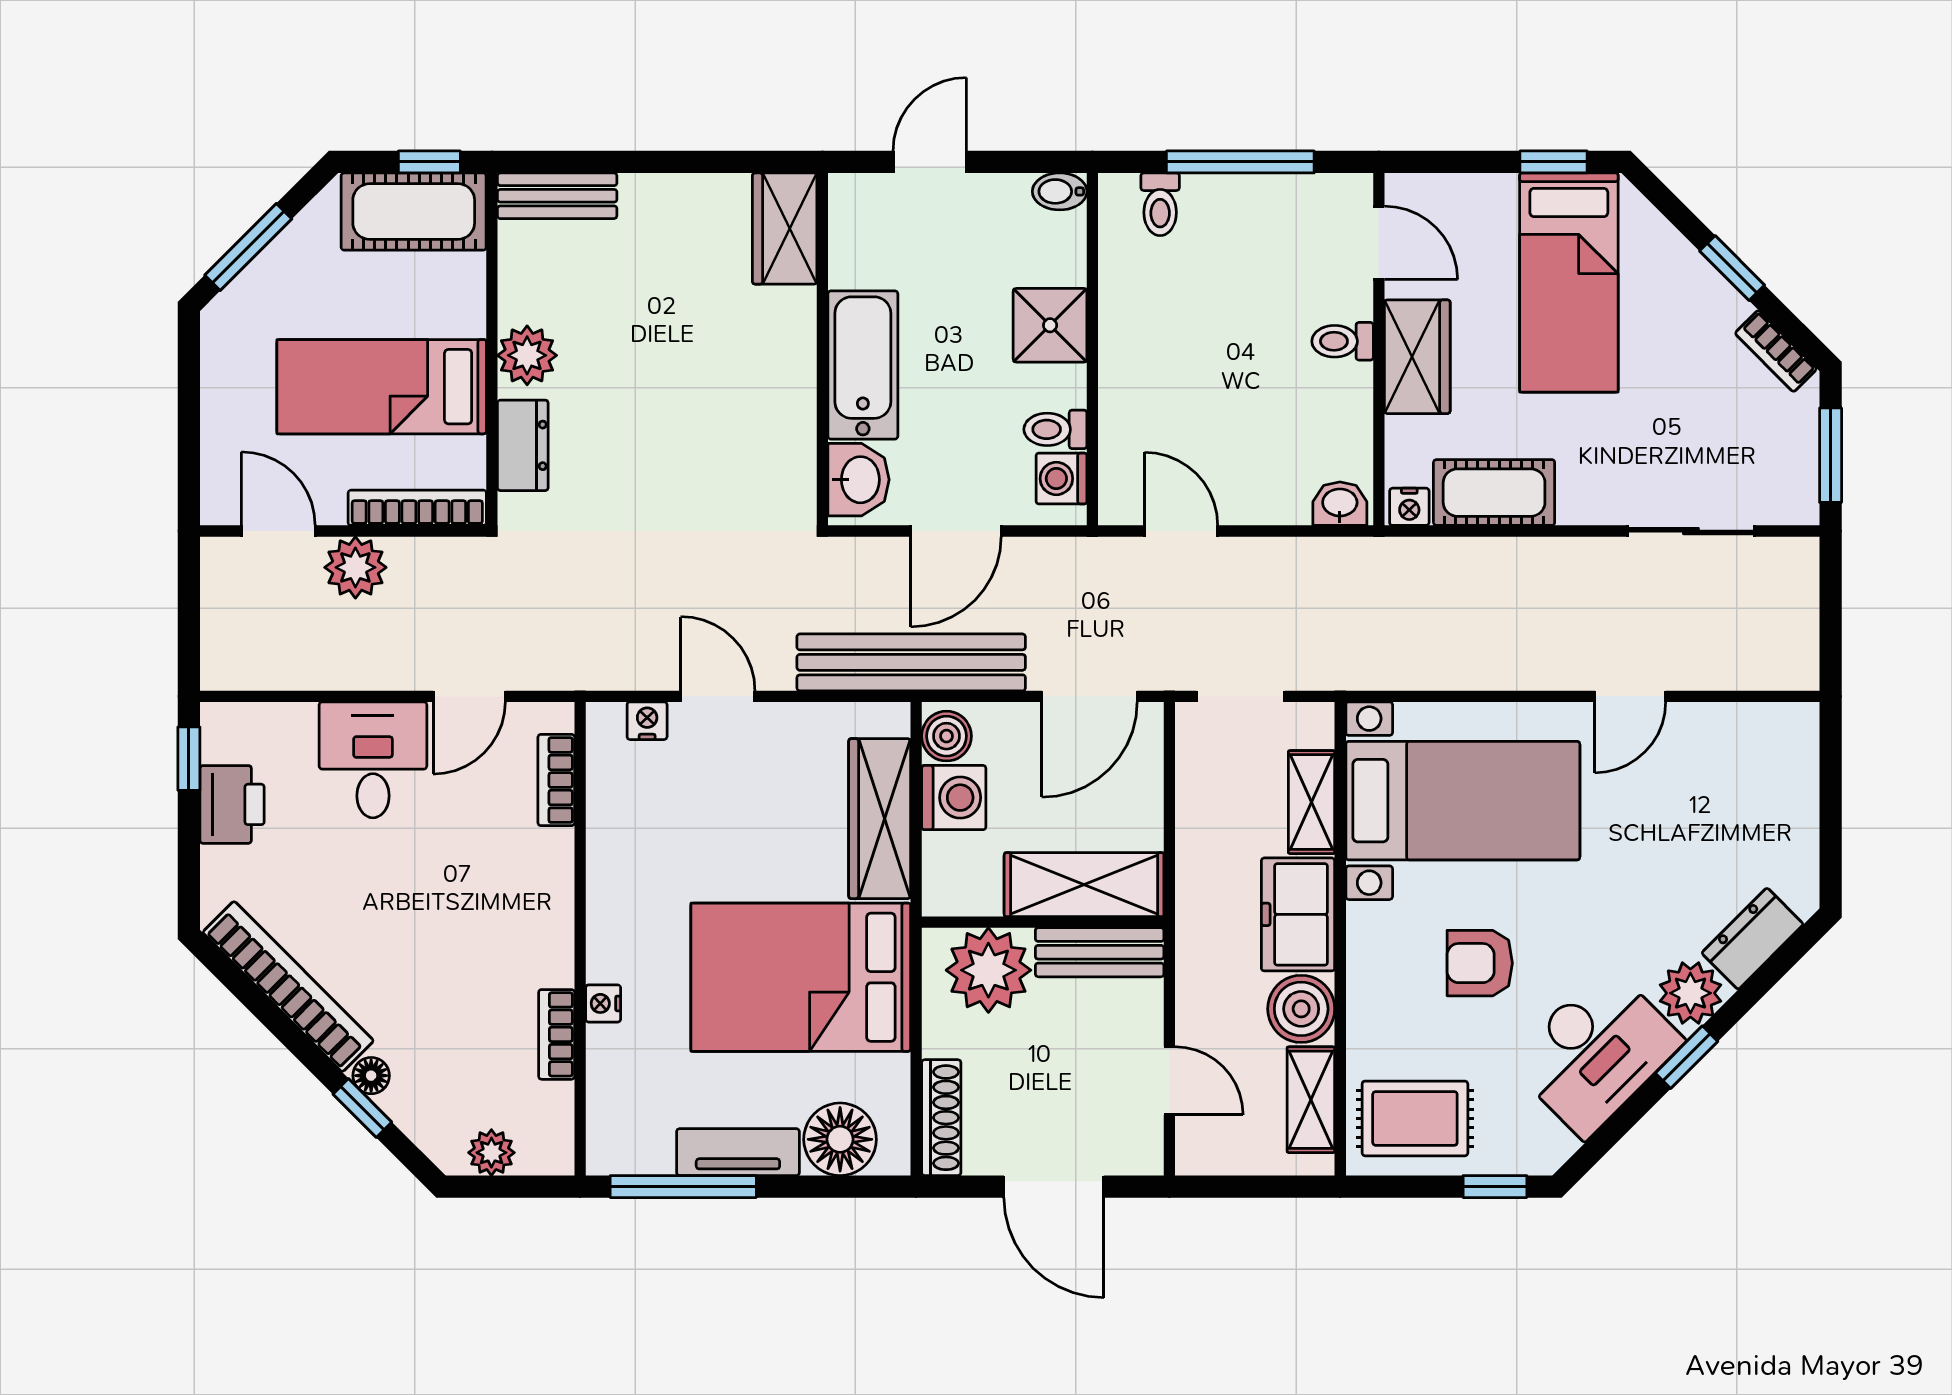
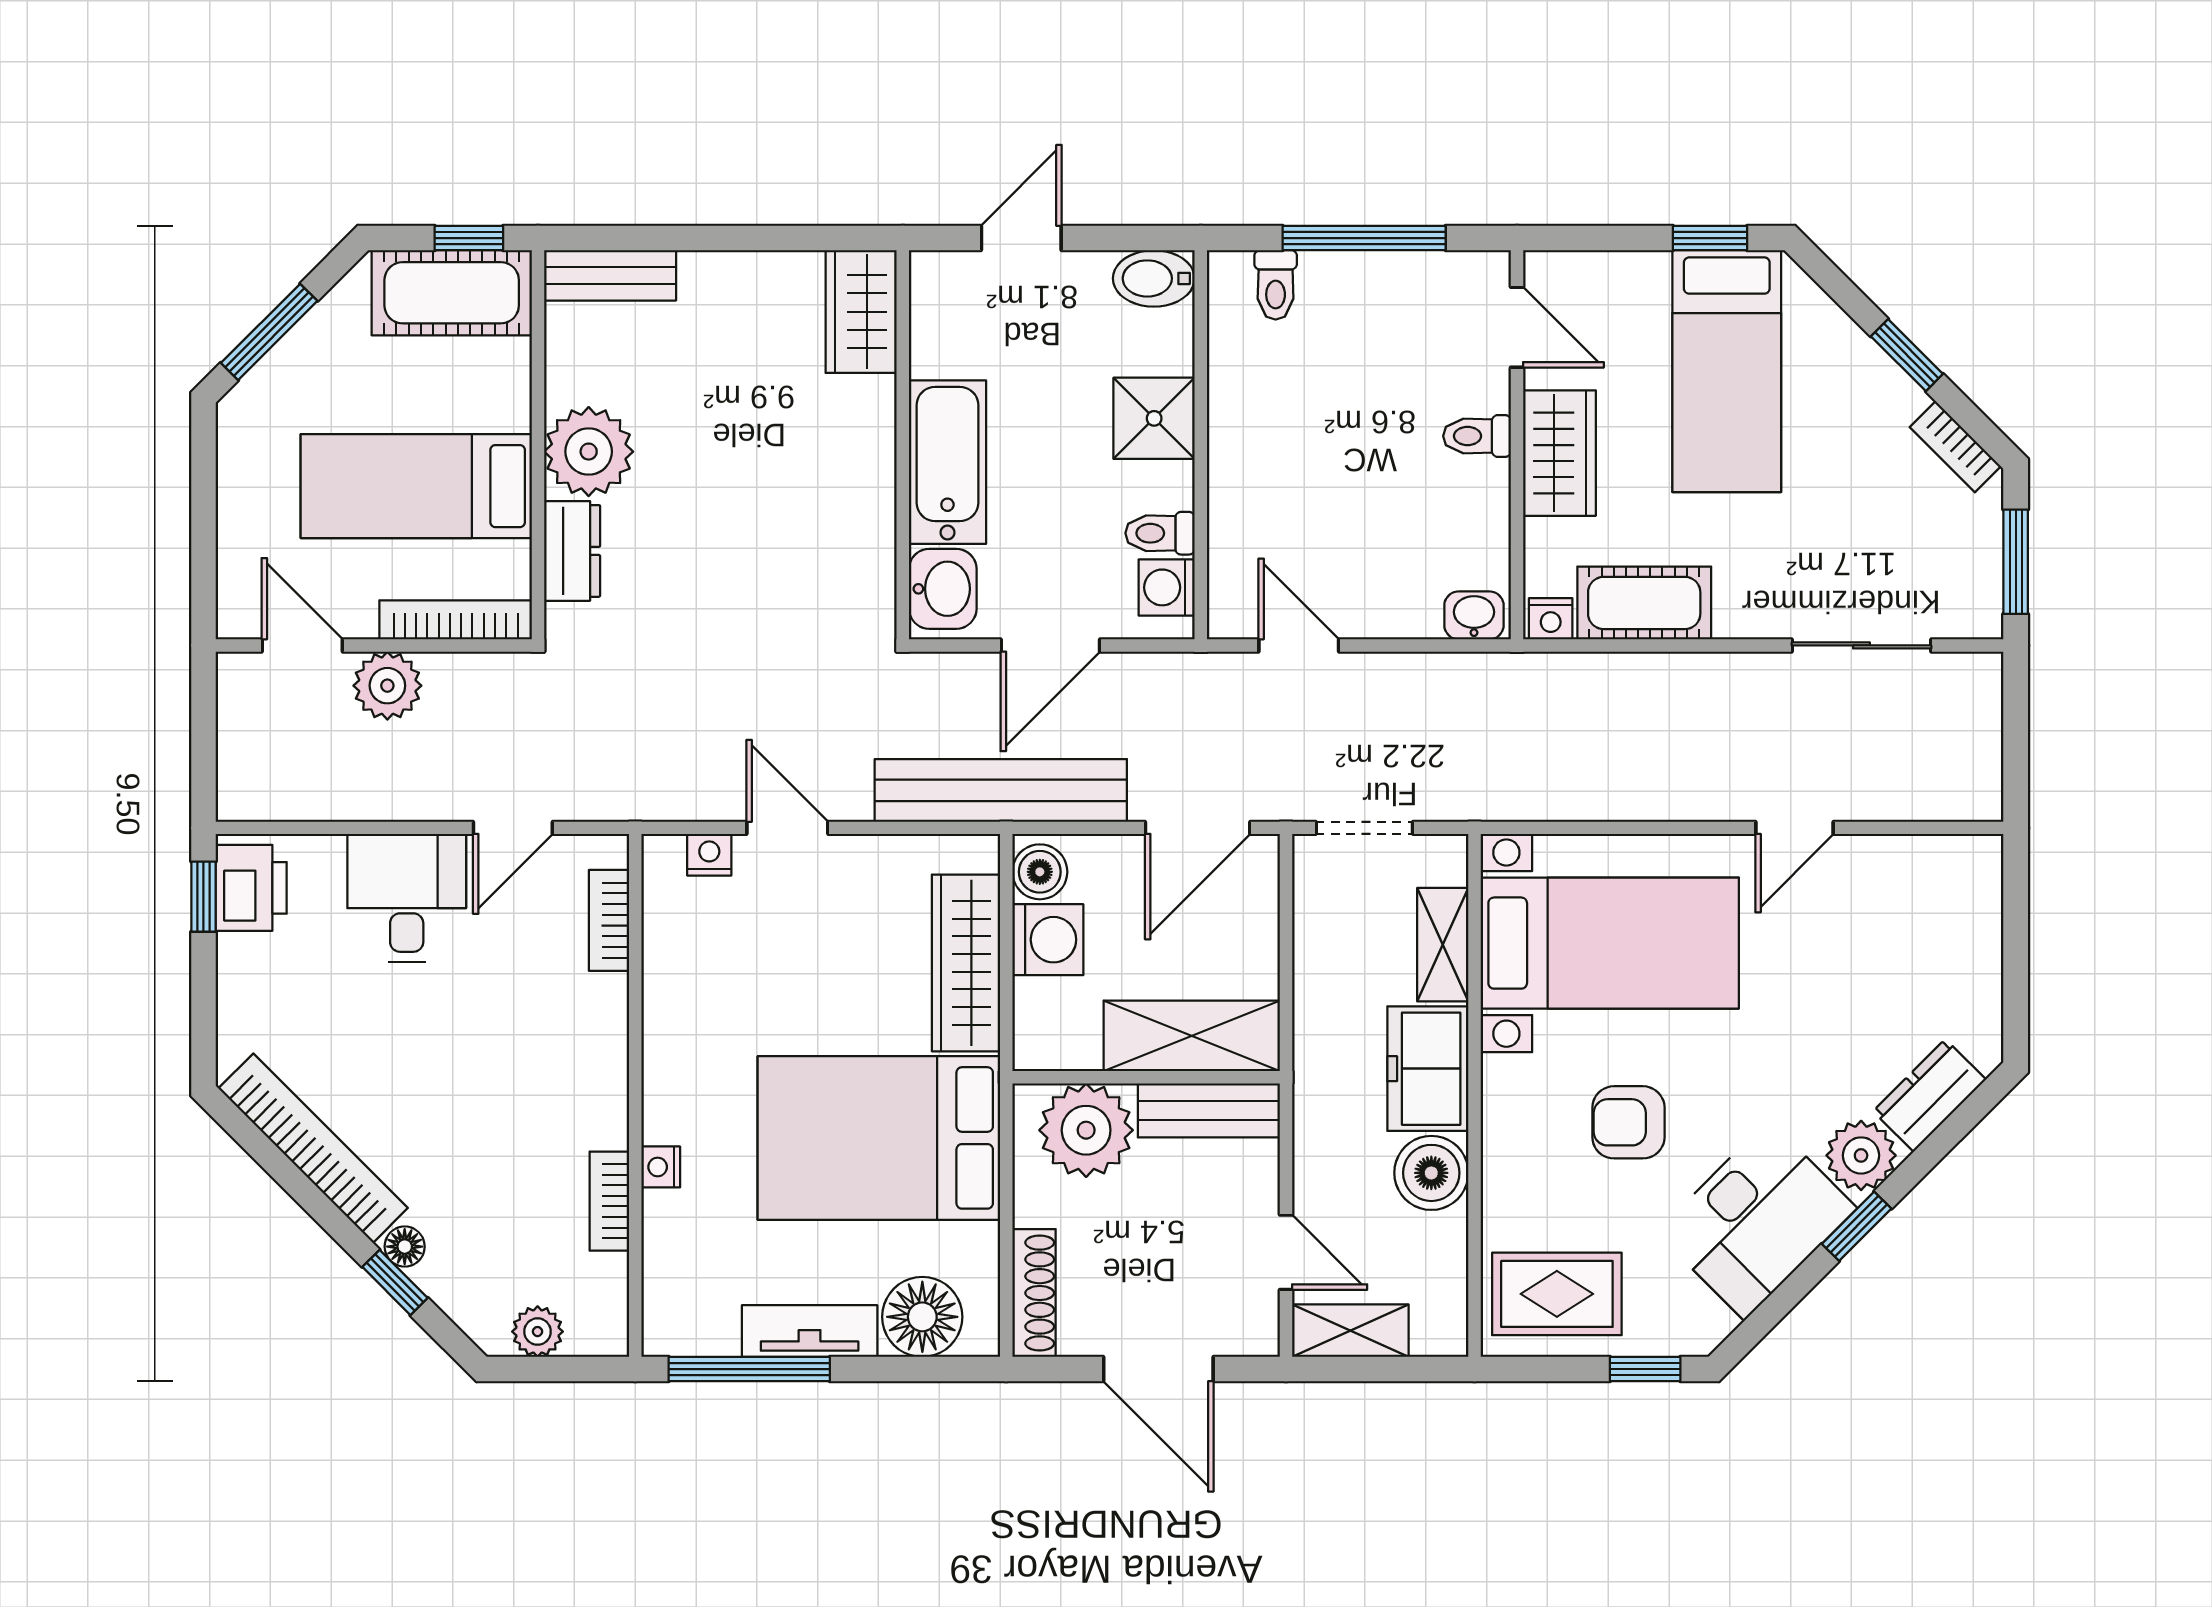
bidet: (1060, 191) -> (1154, 278), width x1.38, depth x1.36
plant: (527, 355) -> (589, 452), width x1.36, depth x1.36
printer: (232, 804) -> (251, 888), moved
shelving: (1311, 1100) -> (1350, 1331), moved, turned 90

